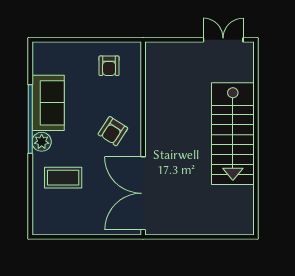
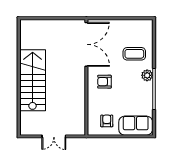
double door: (223, 40) -> (54, 136), moved
sofa: (48, 103) -> (136, 126), moved, turned 90
armchair: (113, 131) -> (104, 82), turned -123

